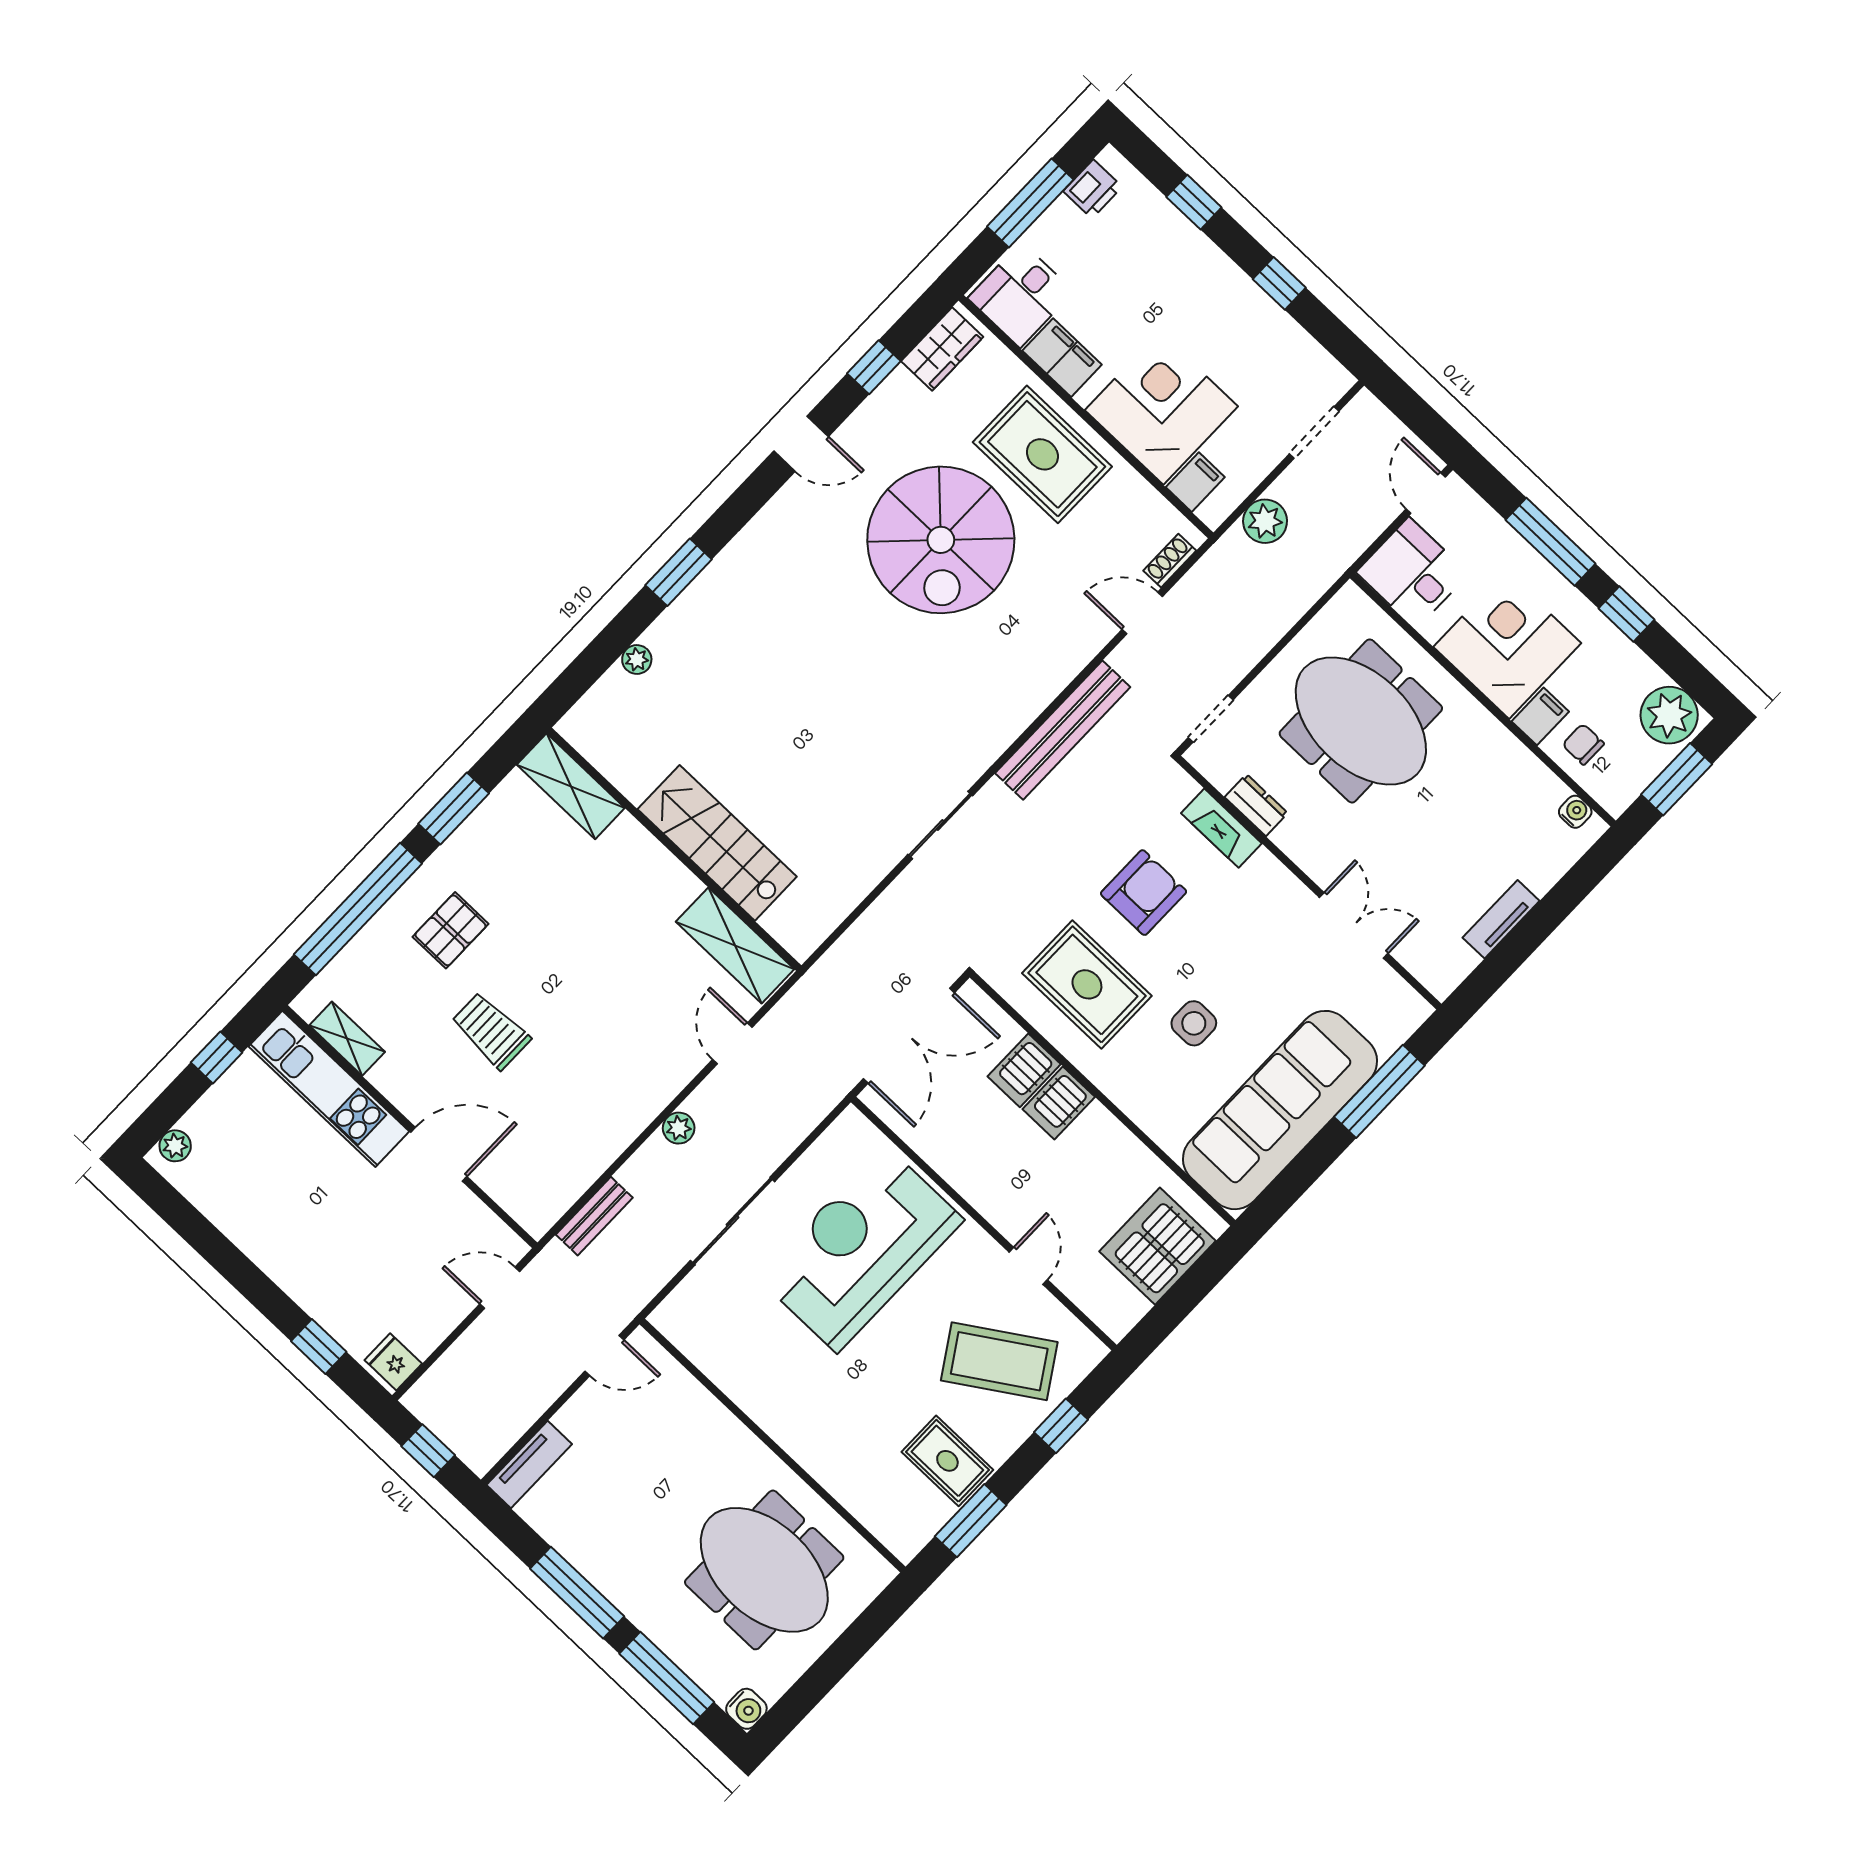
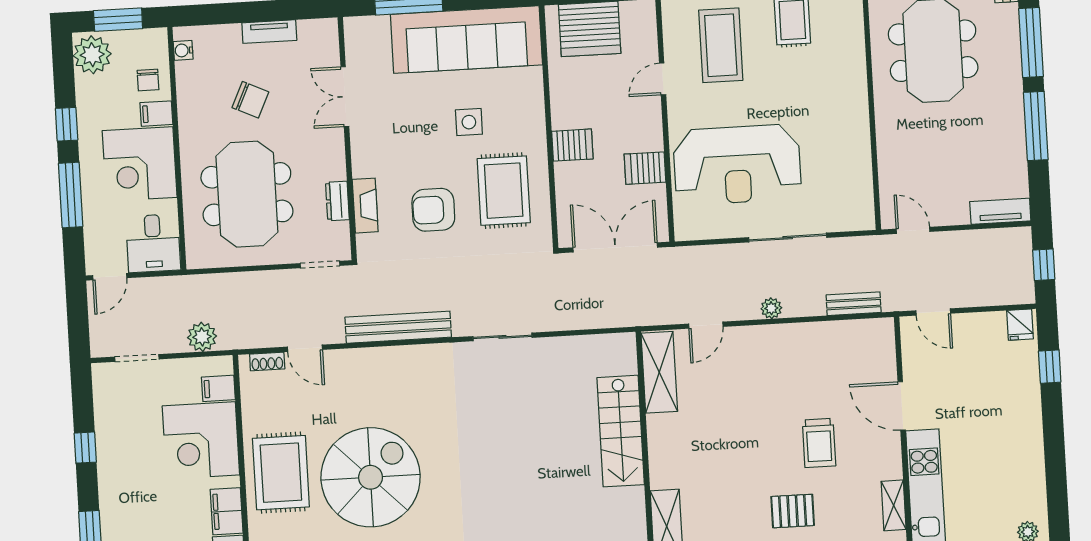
chair: (1453, 826) -> (250, 100), added
server rack: (1024, 1070) -> (645, 168), moved, turned 180
coffee table: (999, 1361) -> (721, 45), turned 33

